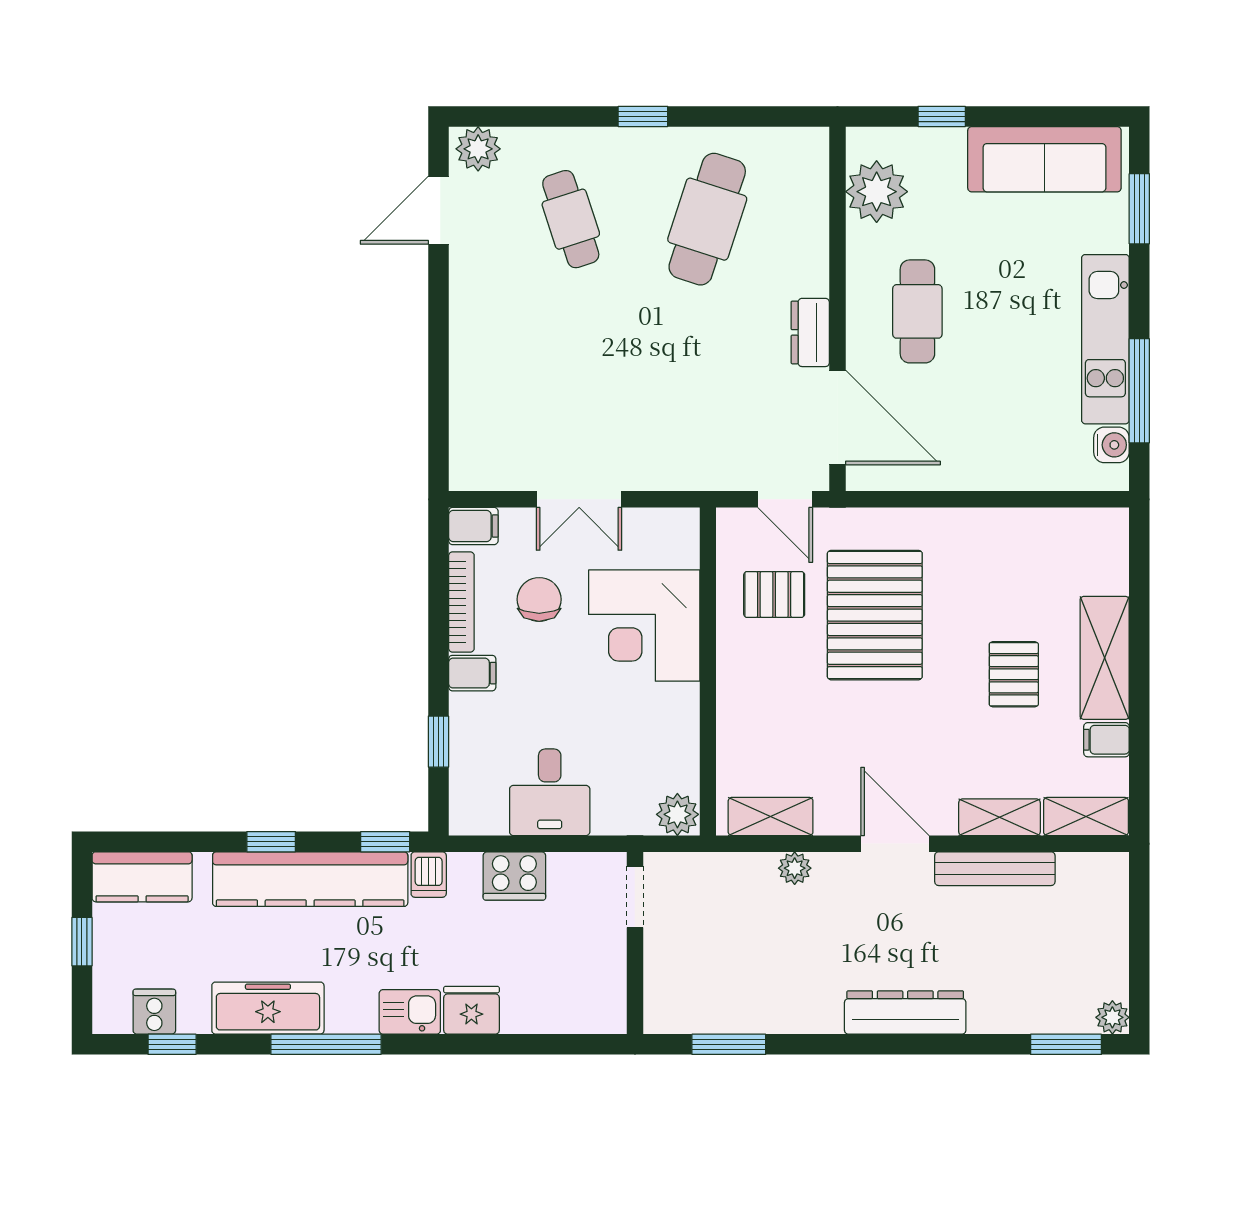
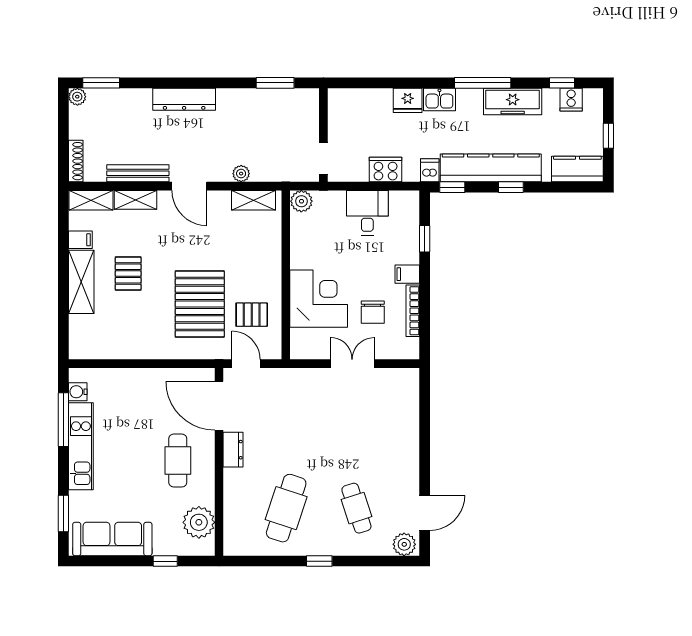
filing cabinet: (473, 526) -> (407, 350), removed
shoe rack: (1115, 892) -> (76, 161), added

